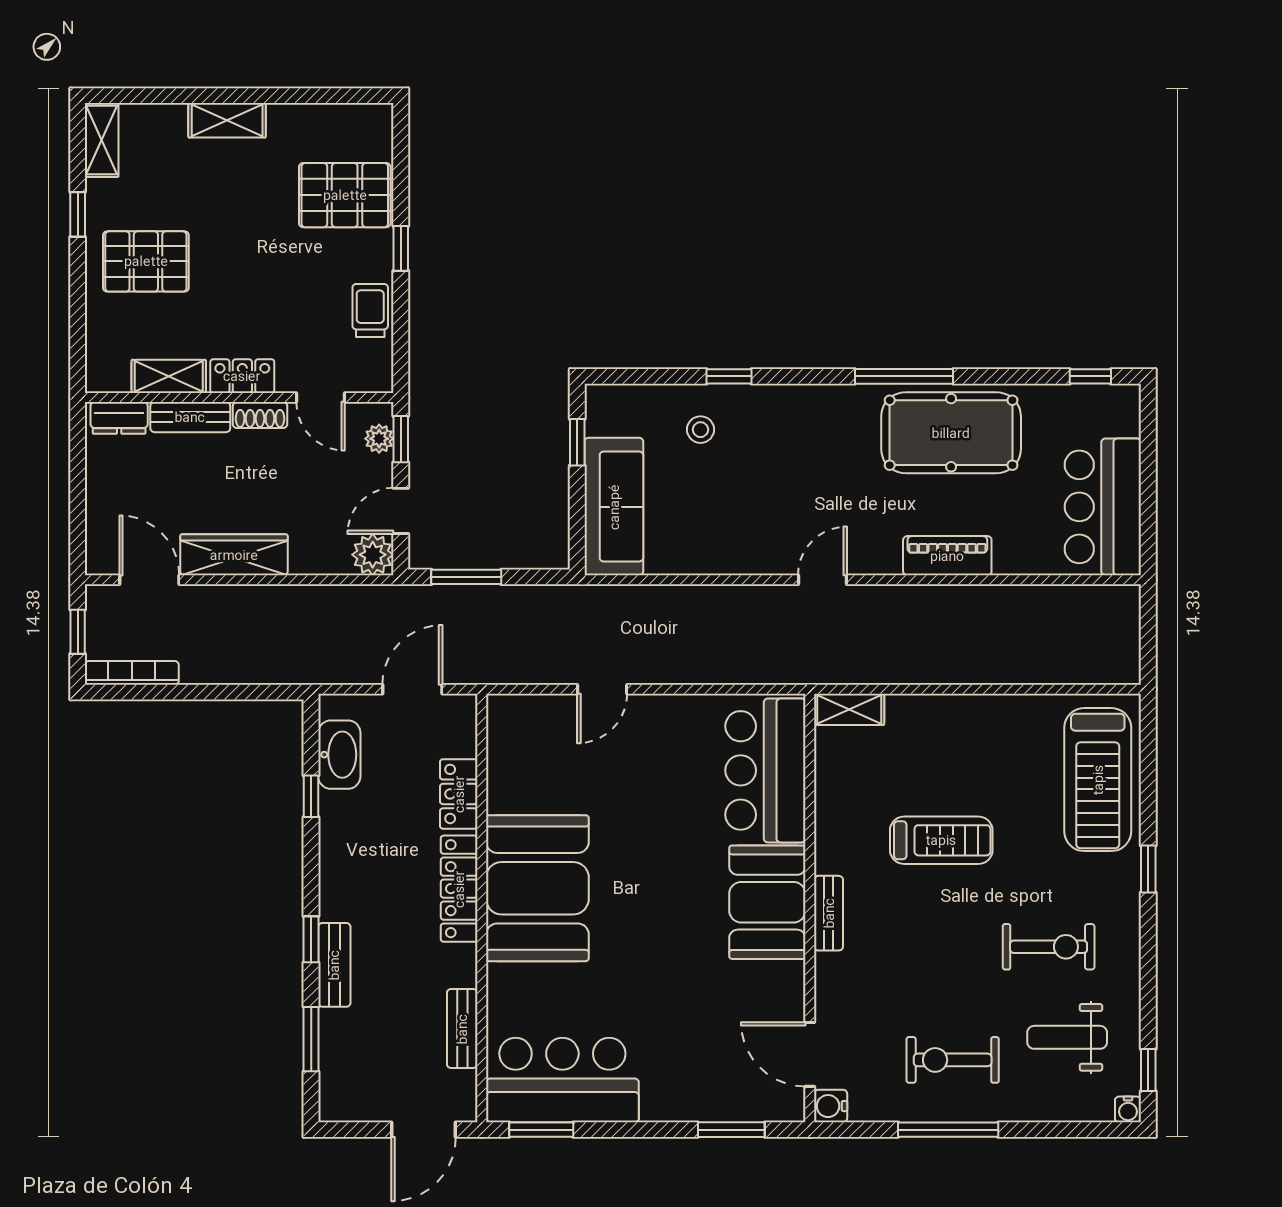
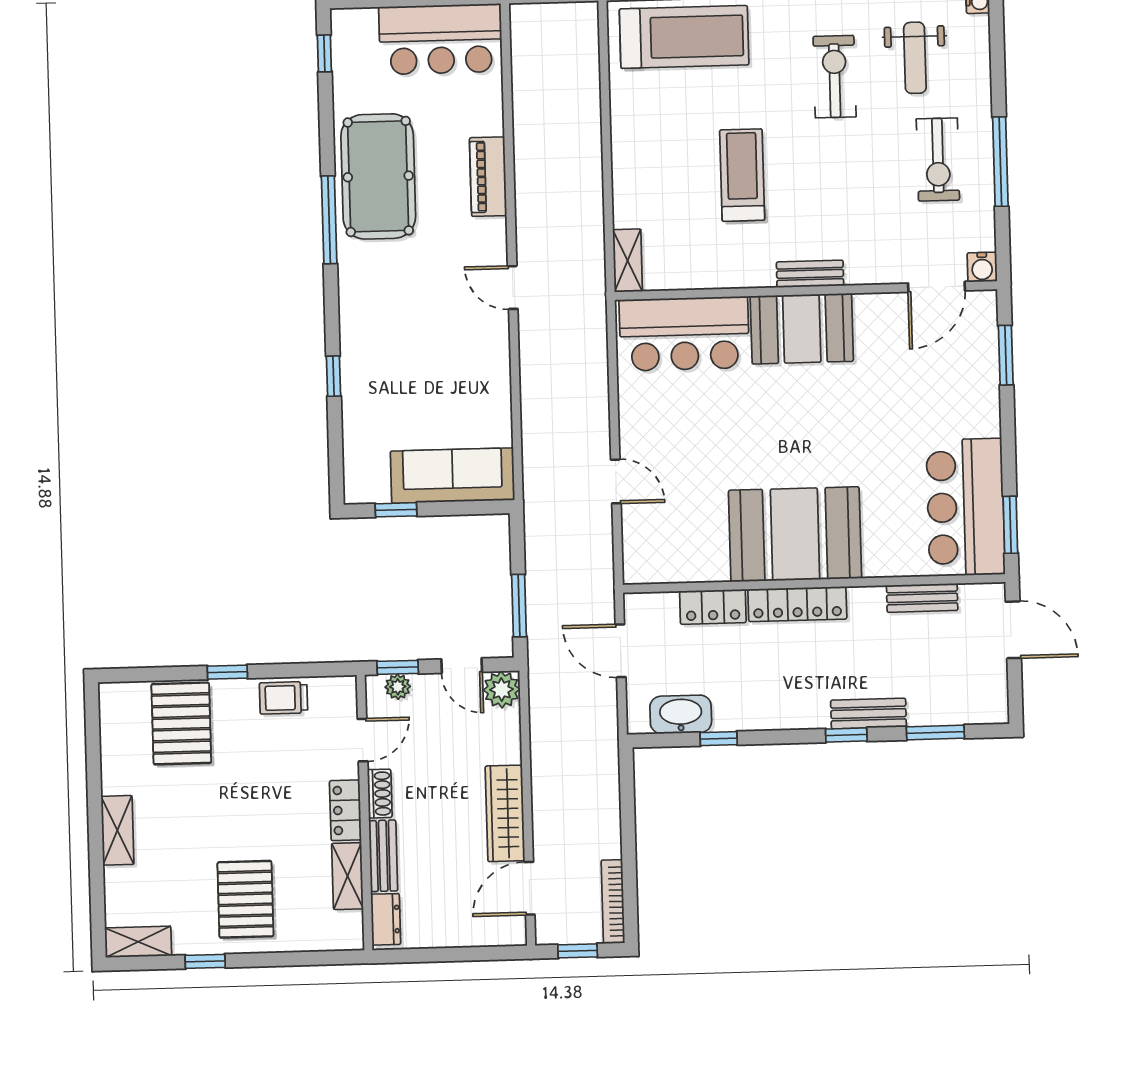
stool: (701, 430) -> (382, 400), removed

